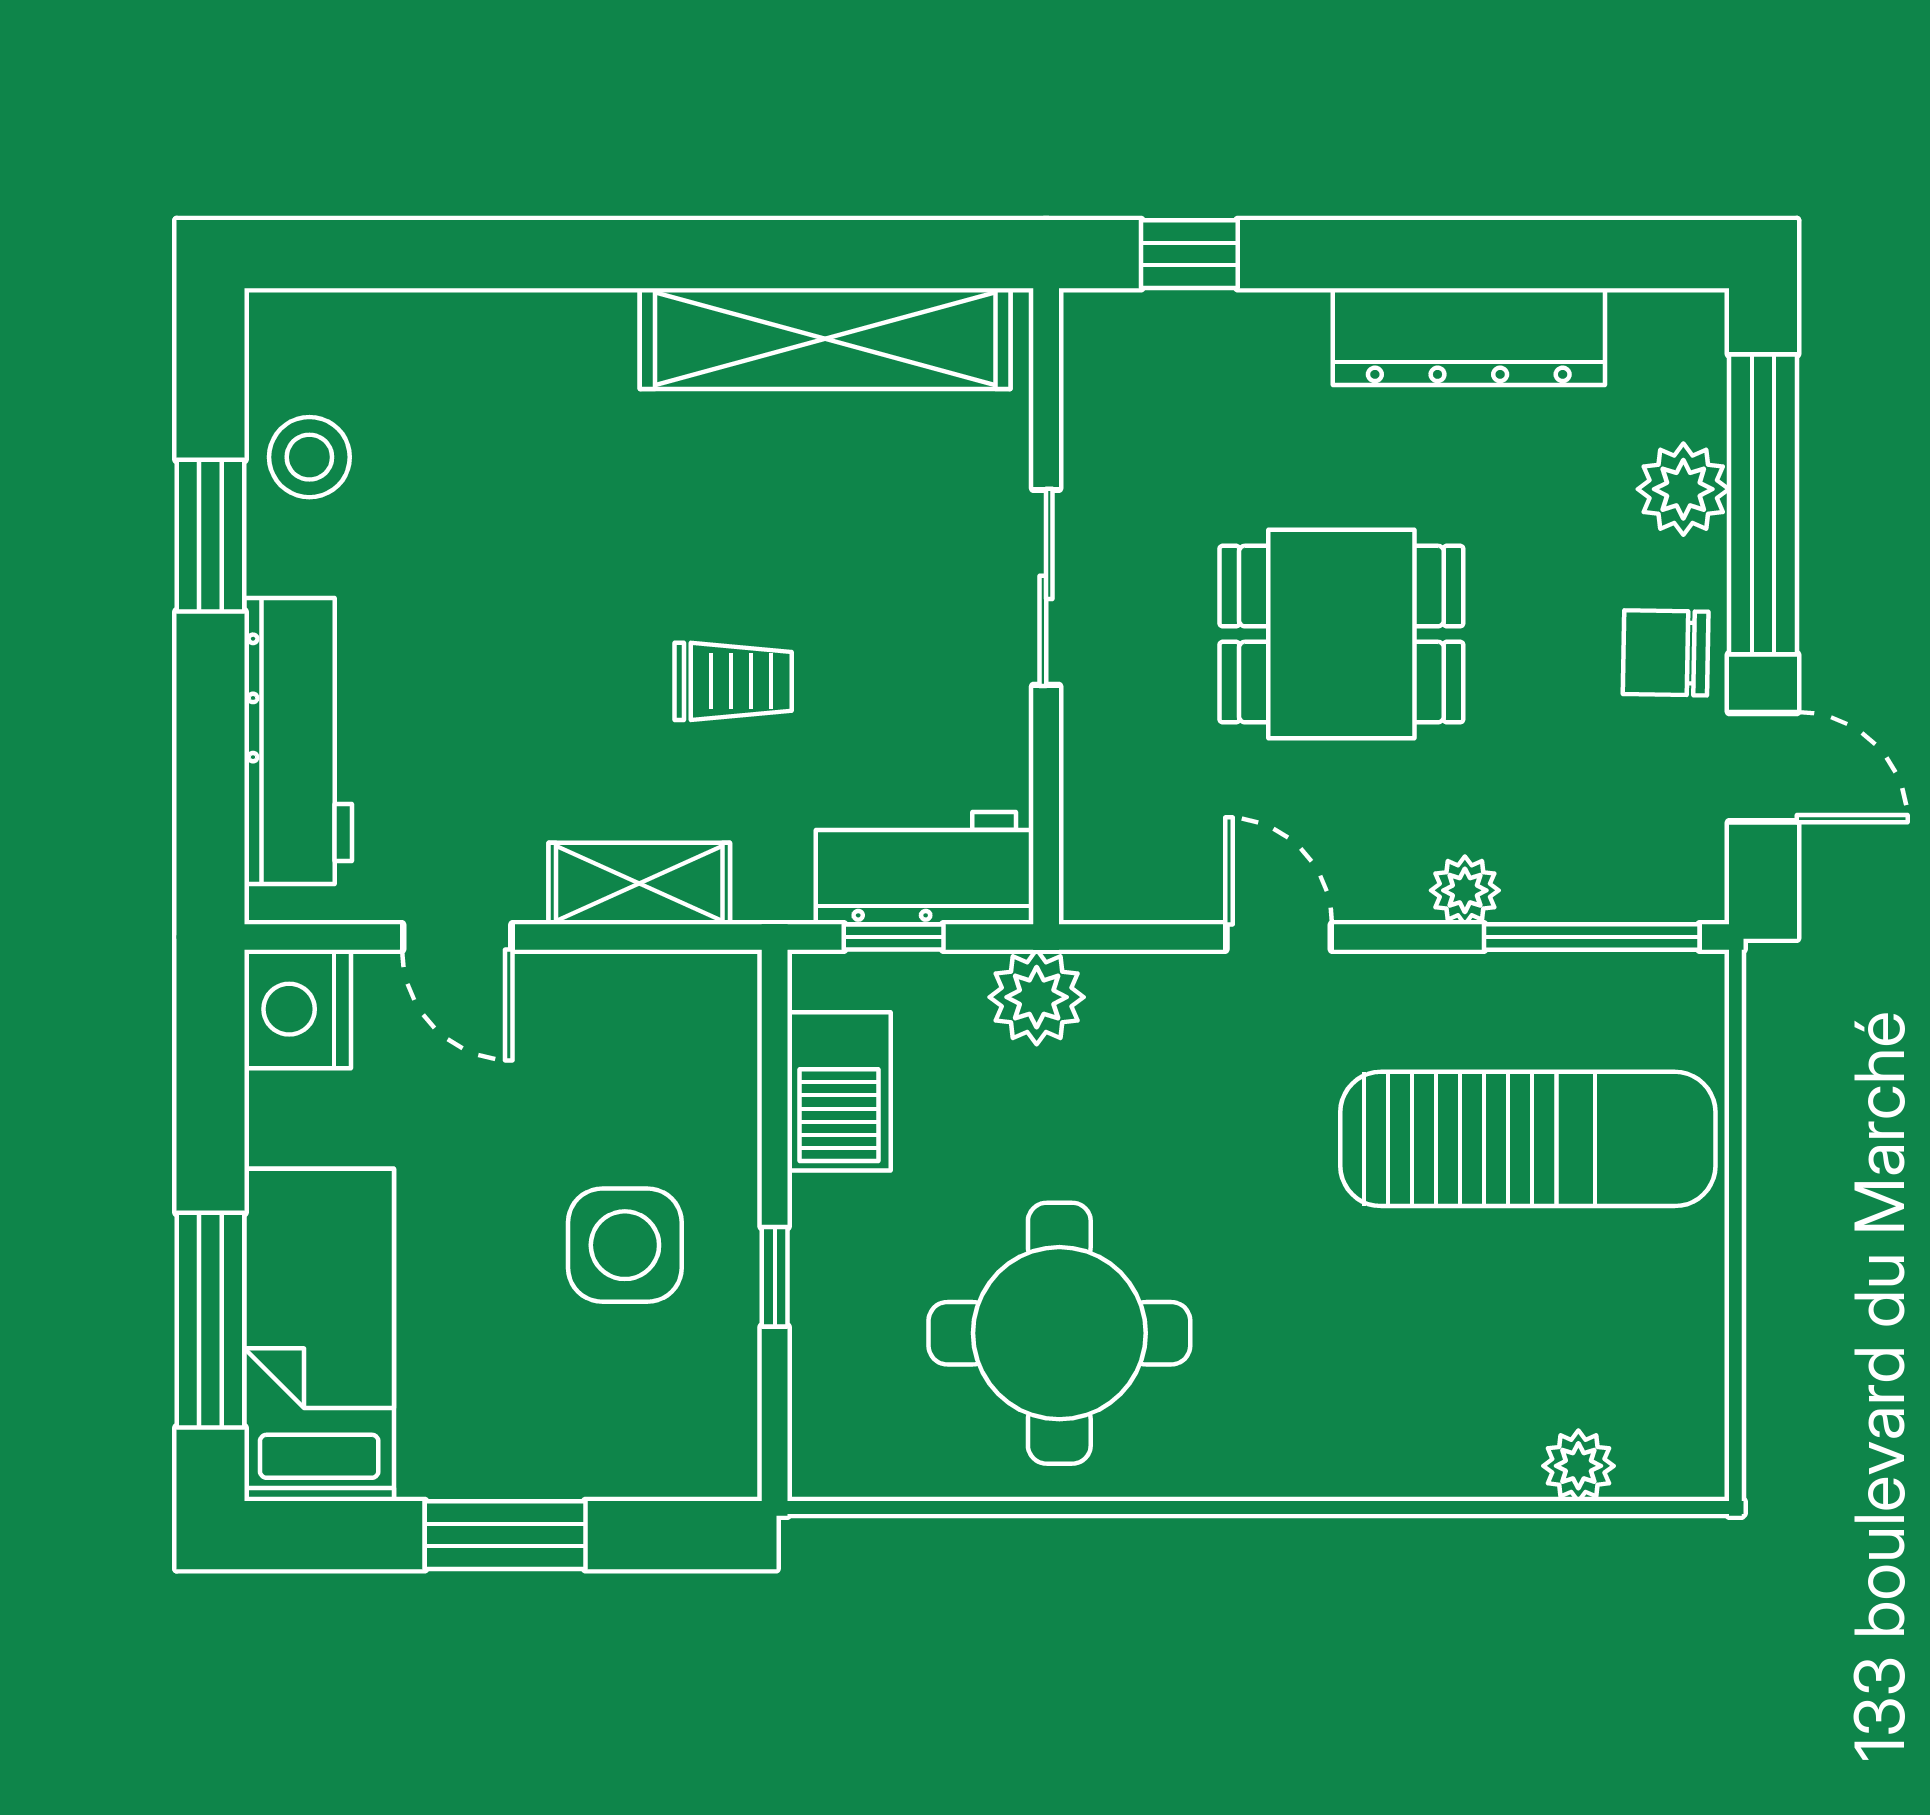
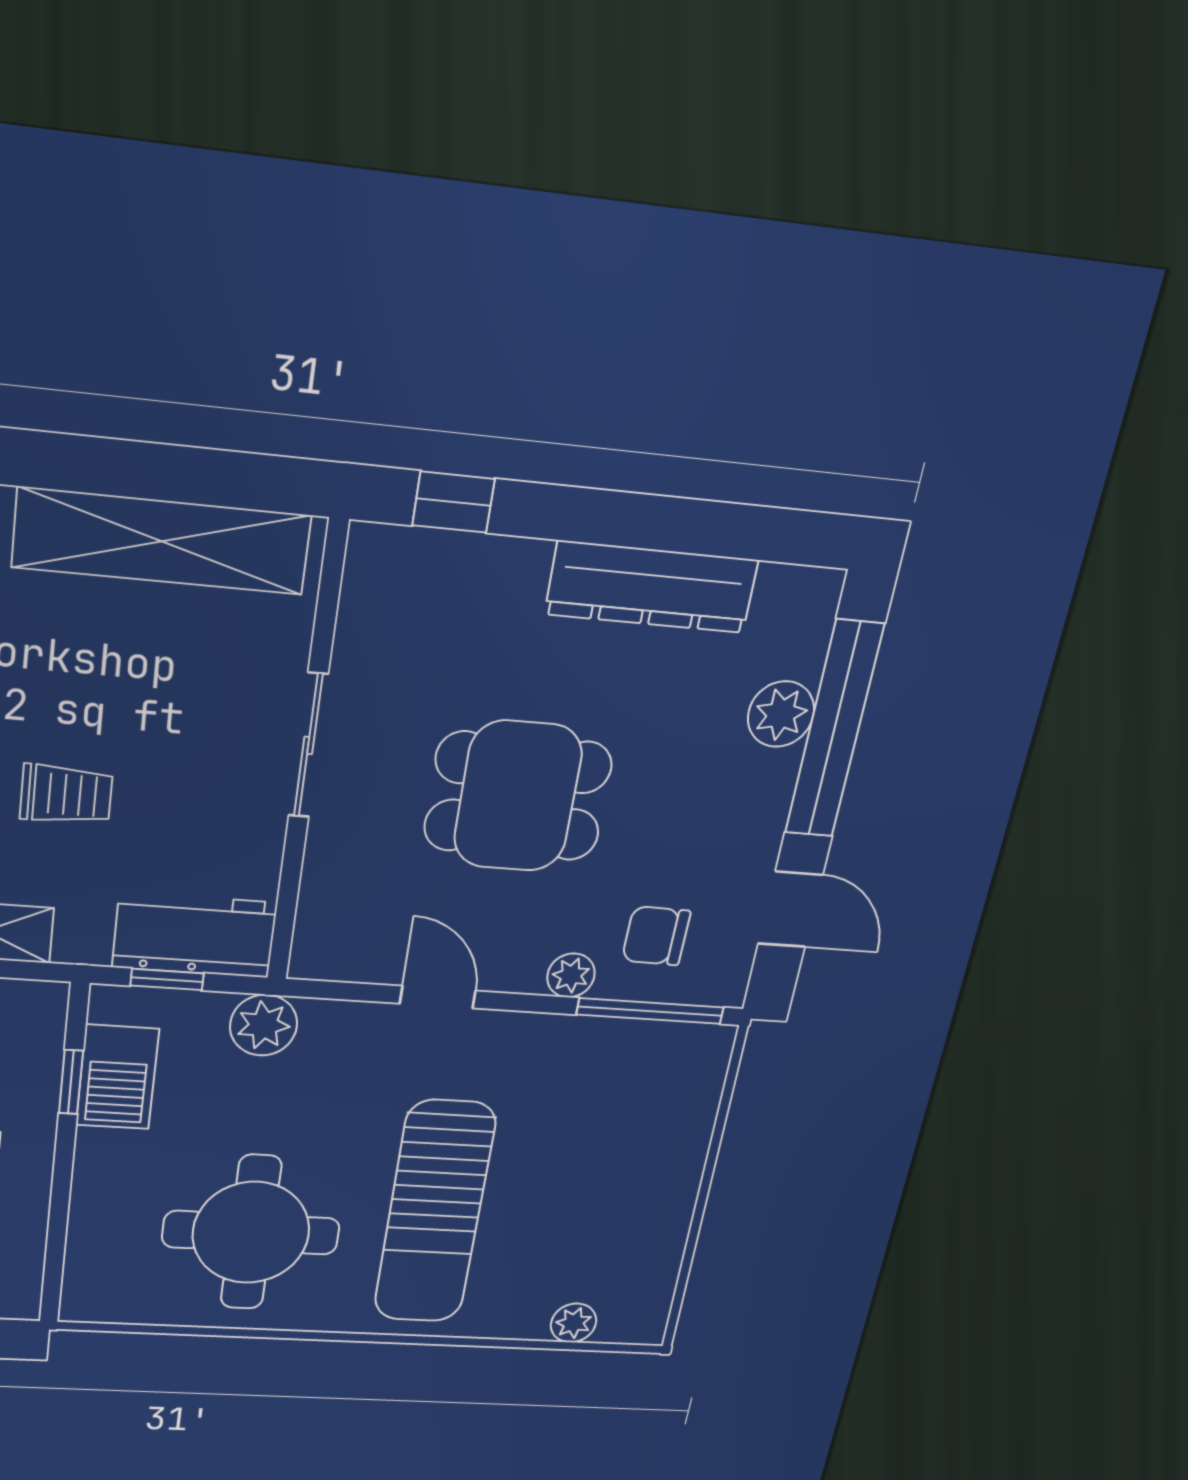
chair: (1666, 653) -> (656, 936), moved
sun lounger: (1528, 1139) -> (434, 1213), moved, turned 90
window: (775, 1277) -> (71, 1082), moved

